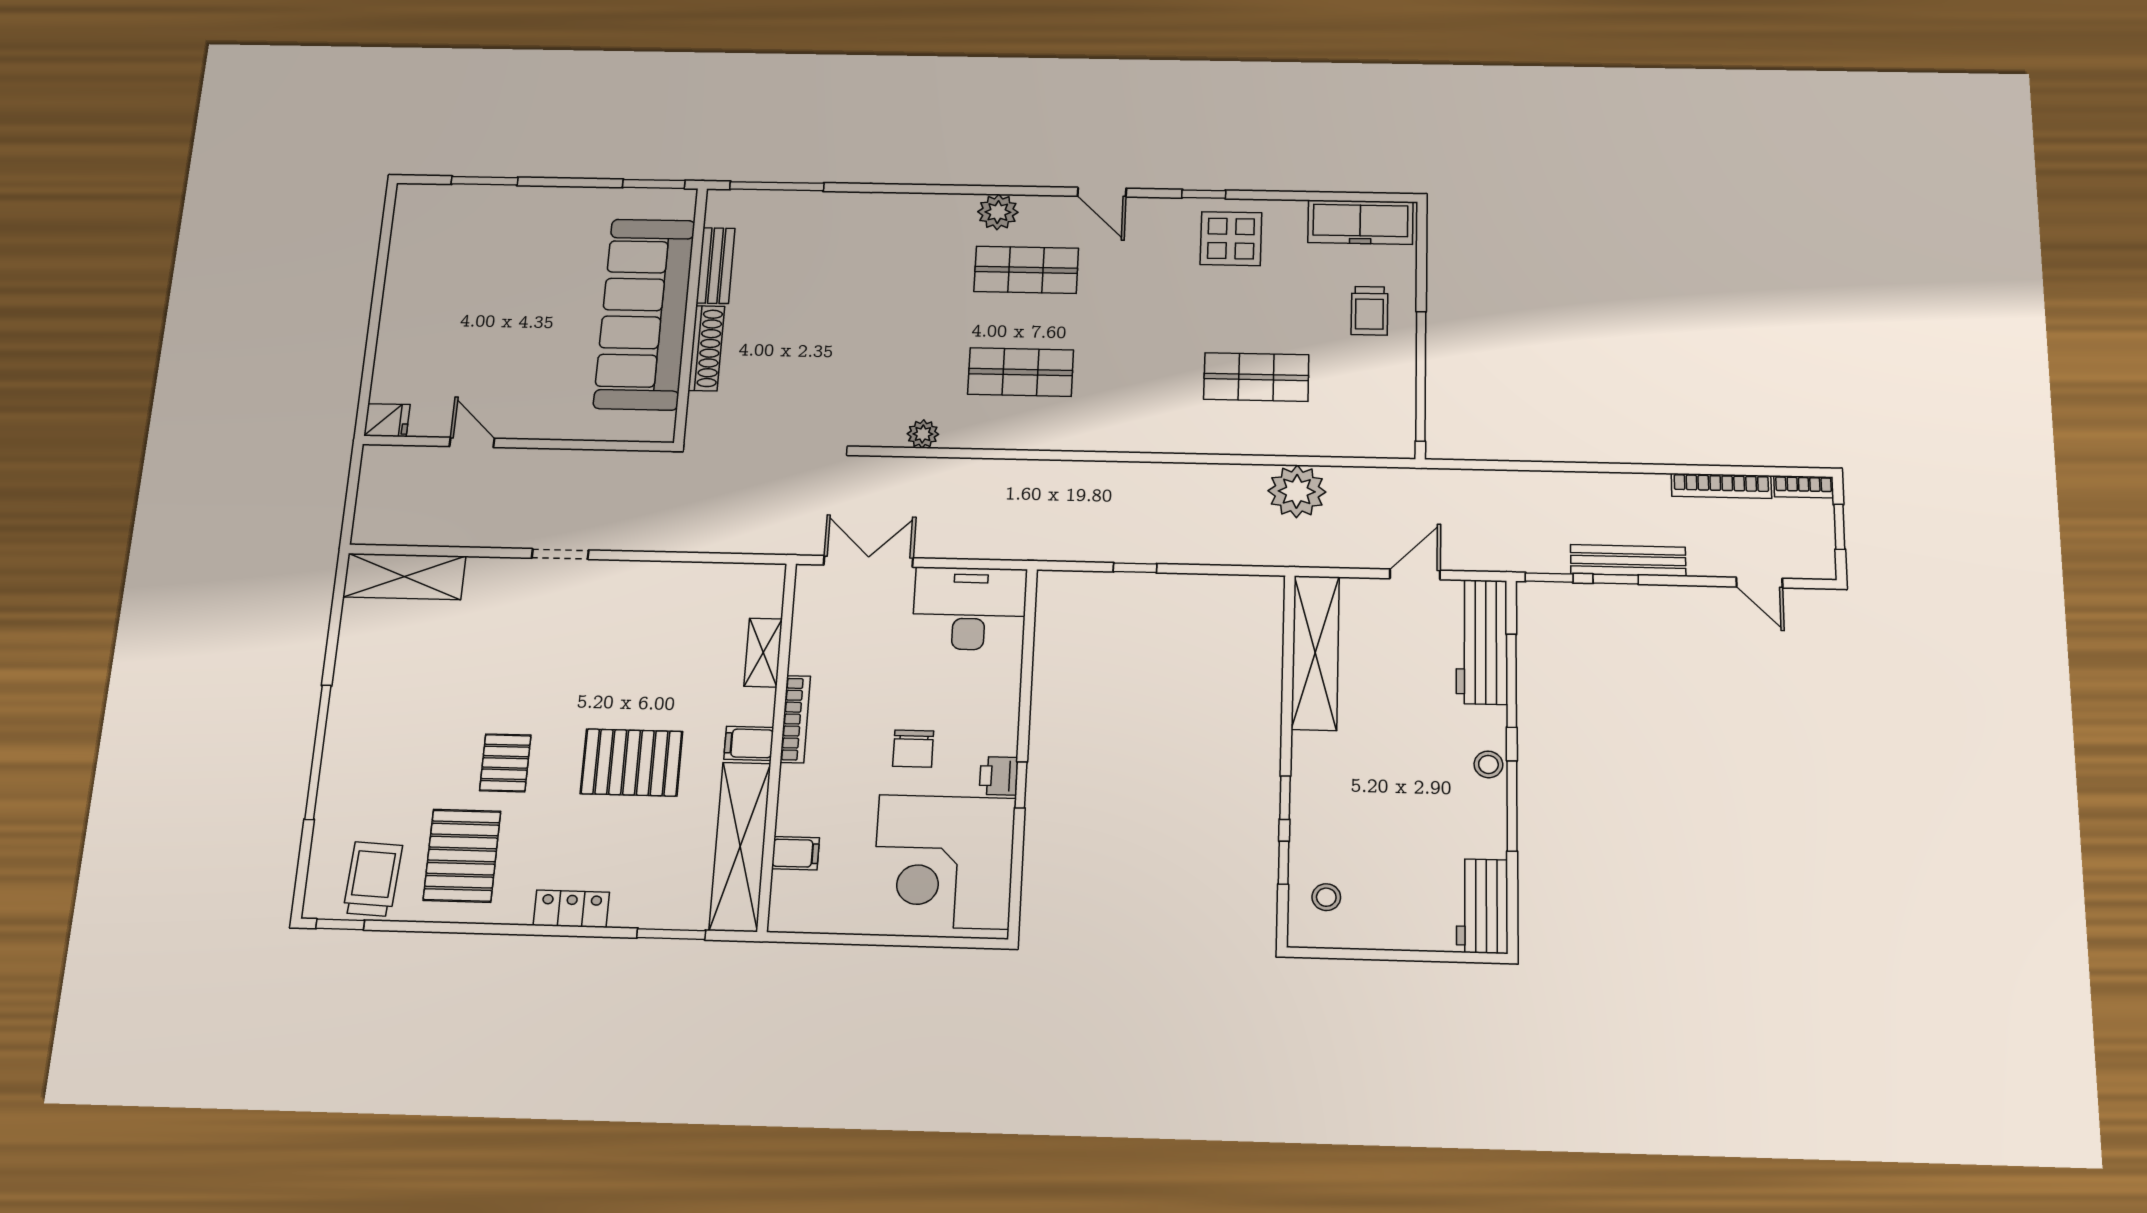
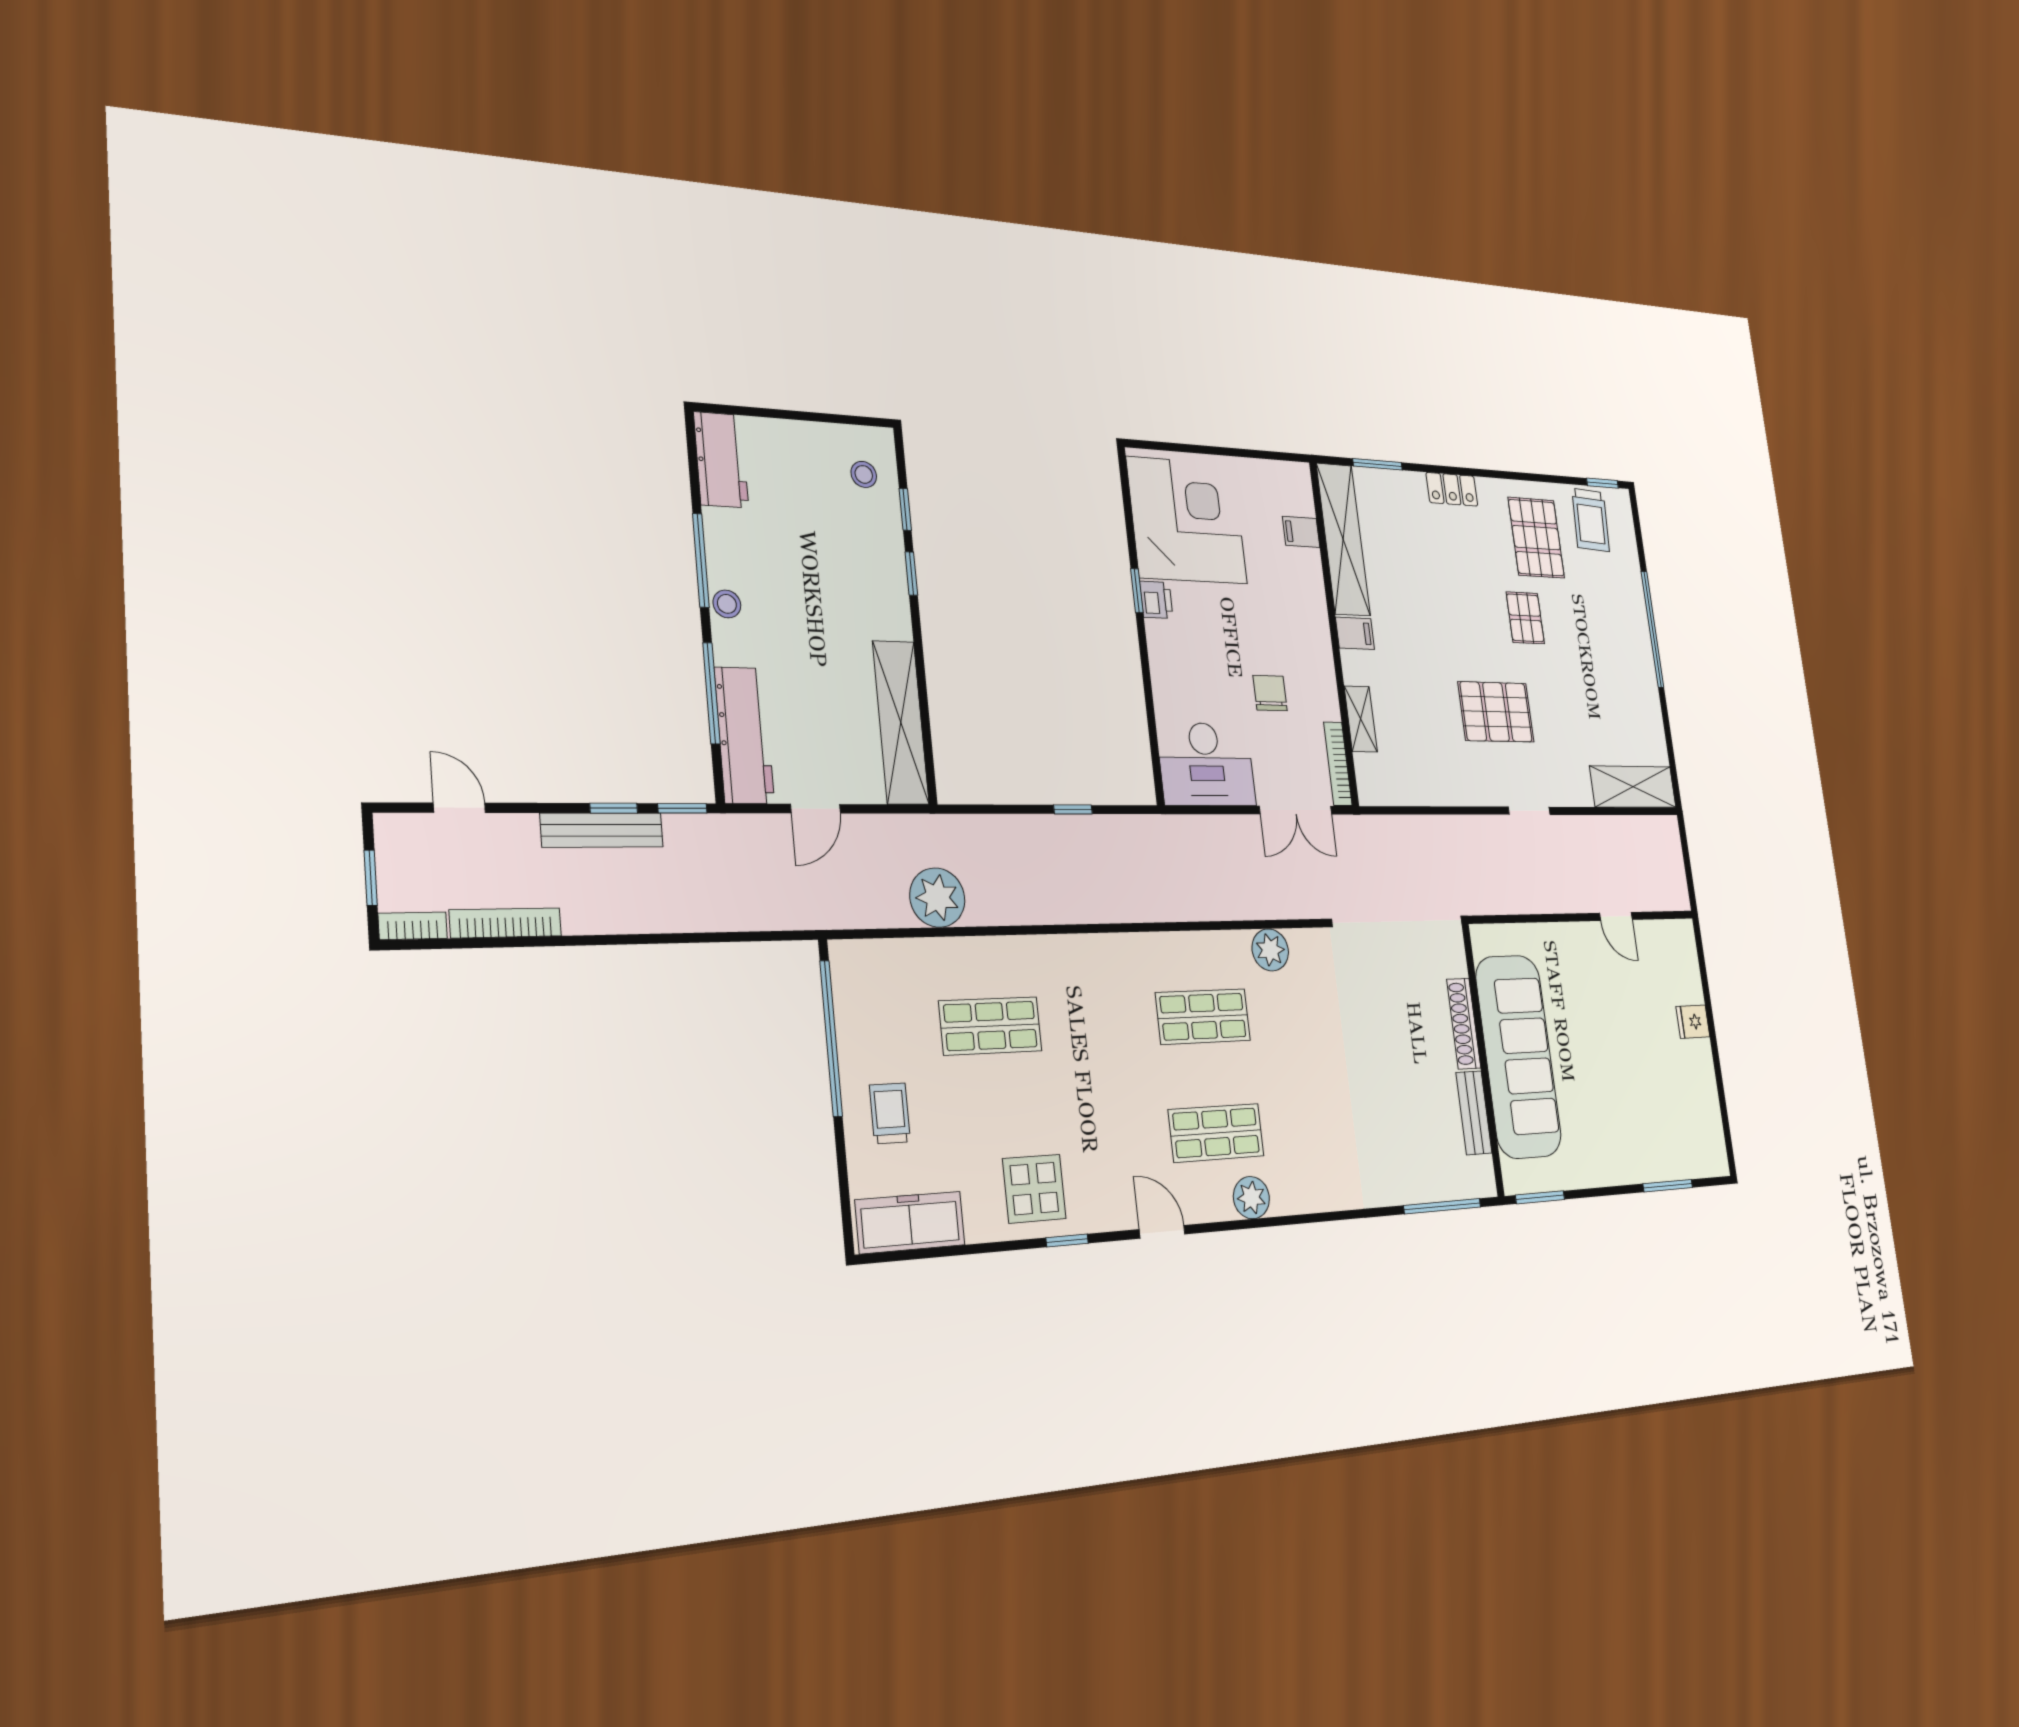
fridge: (387, 420) -> (1693, 1022), moved
plant: (923, 434) -> (1270, 950), width x1.38, depth x1.38
bookcase: (795, 719) -> (1338, 764), moved
chair: (913, 749) -> (1270, 693), moved
pallet: (632, 762) -> (1496, 712), moved

